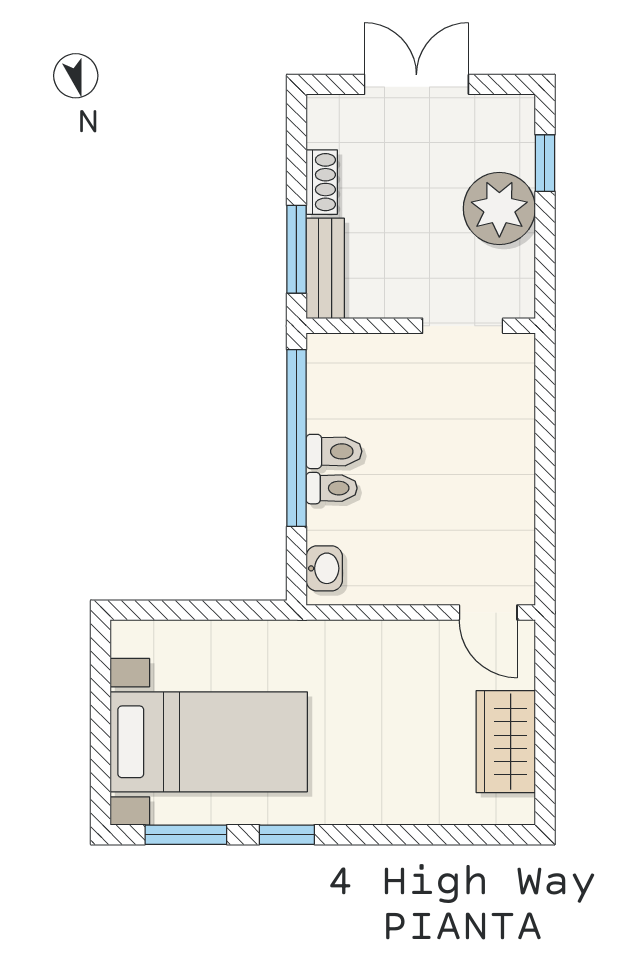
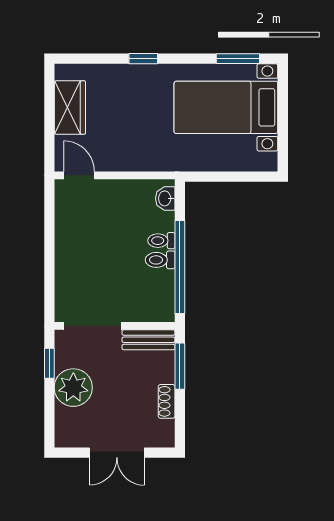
window: (545, 163) -> (49, 363), moved
bench: (325, 268) -> (148, 340), moved, turned 90
doorway: (463, 326) -> (93, 326), width x1.38
window: (287, 835) -> (143, 59), moved

